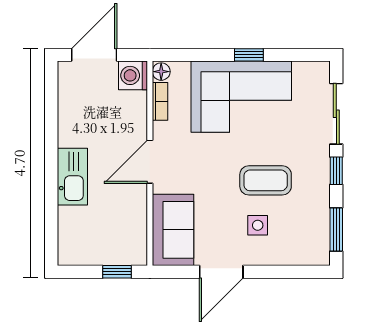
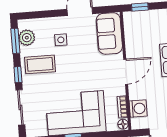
washing machine: (133, 75) -> (138, 109), moved
coffee table: (266, 180) -> (40, 64), moved
plant: (316, 234) -> (27, 38), added

